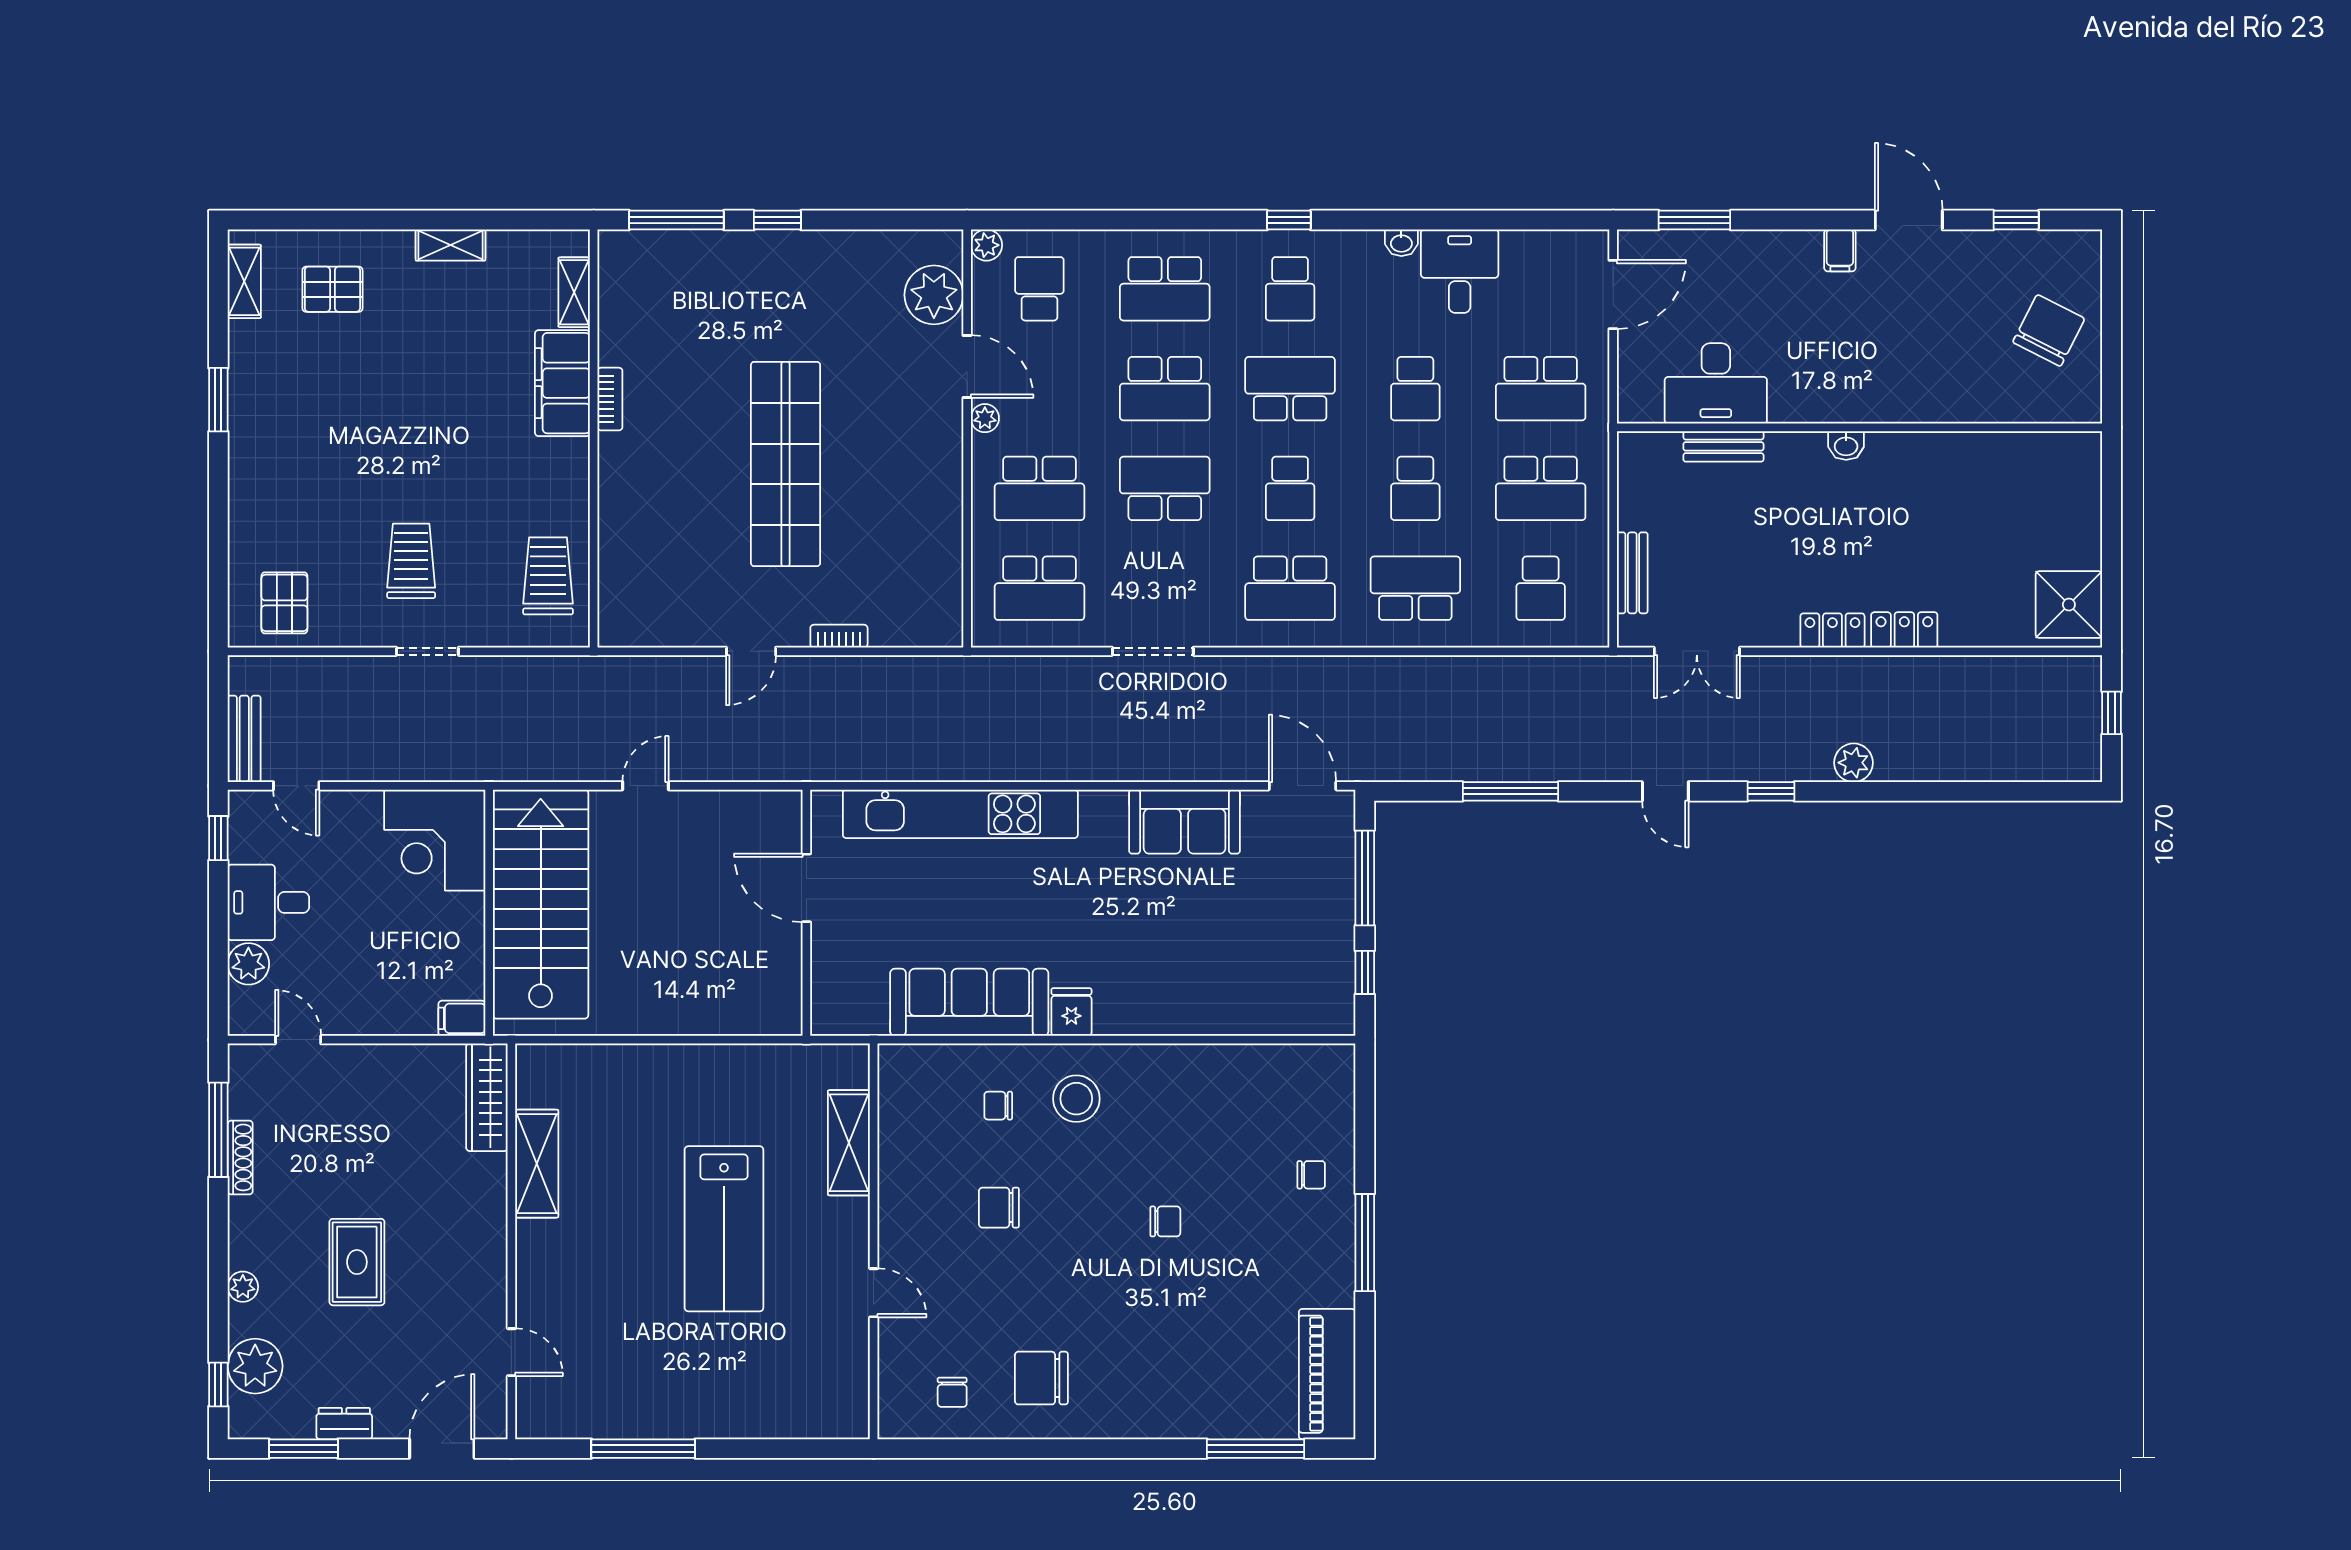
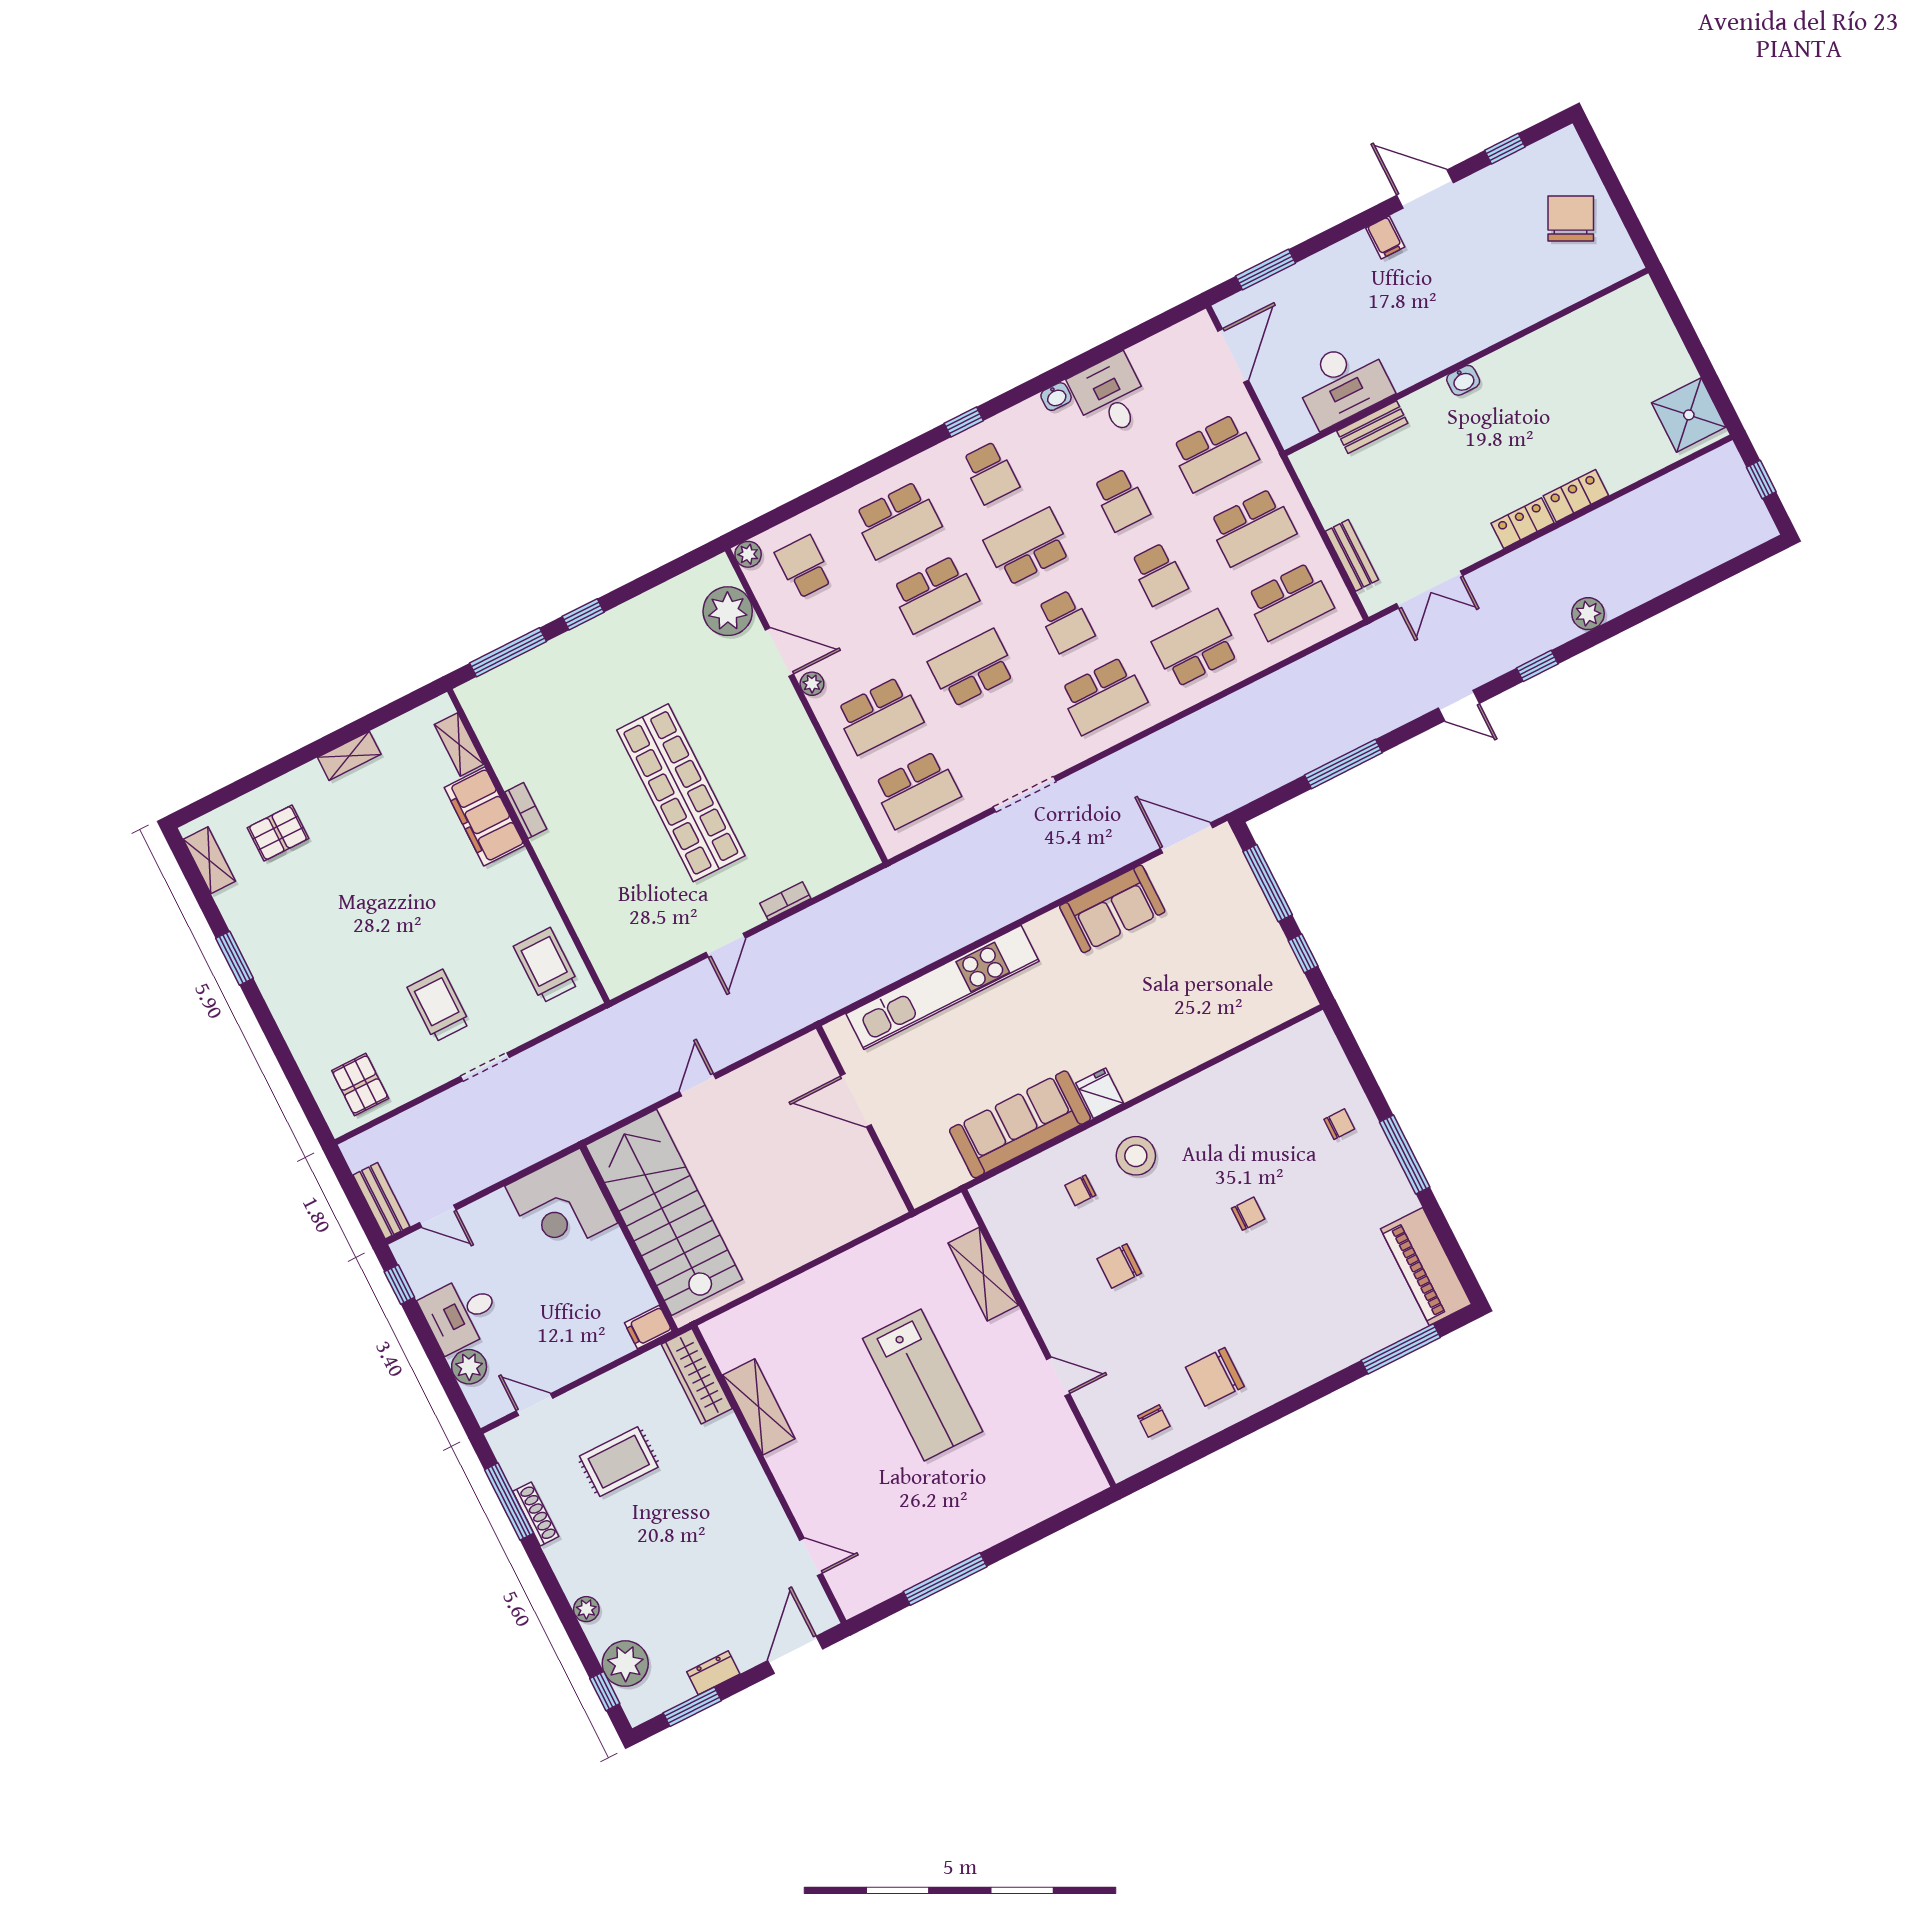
school desk: (1541, 588) -> (1290, 601), width x1.85
rug: (357, 1262) -> (619, 1462), moved, turned 90

